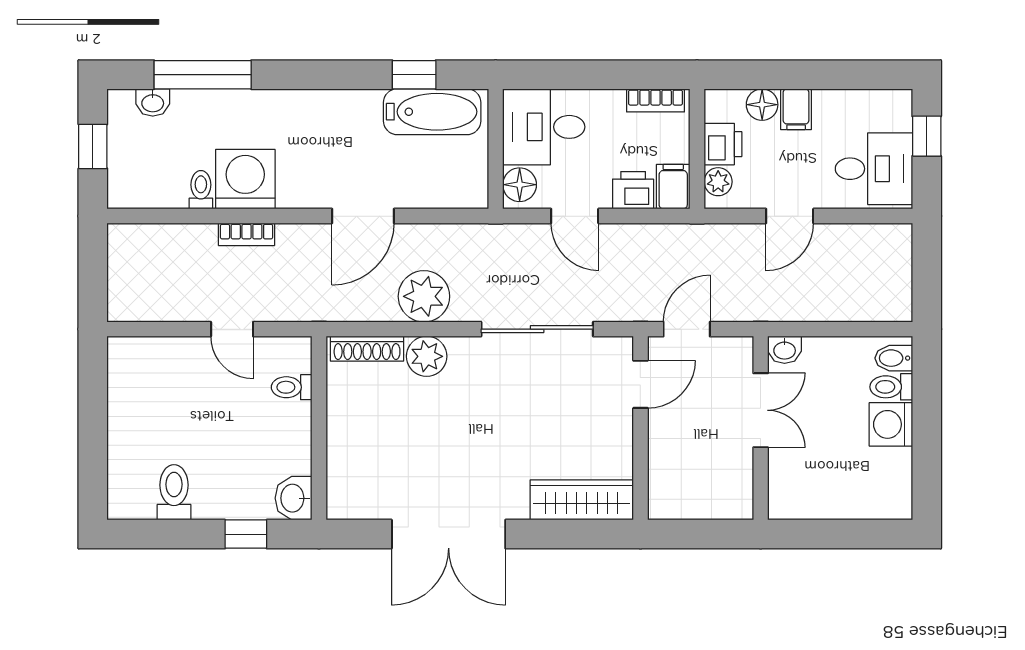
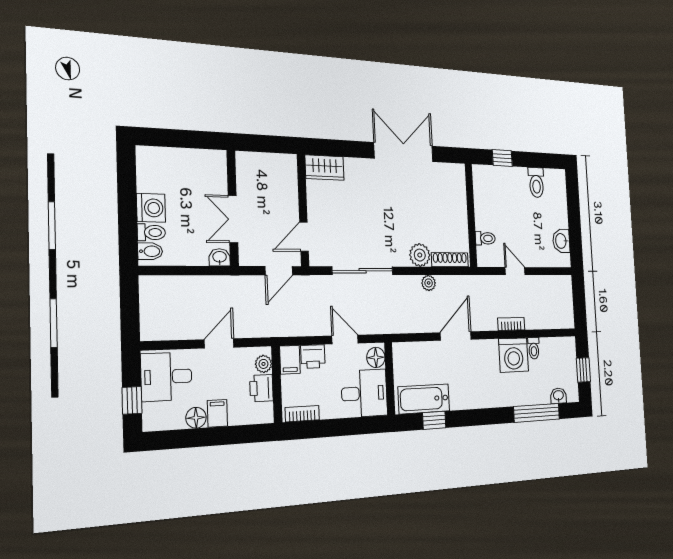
floor lamp: (762, 105) -> (196, 418), moved
plant: (424, 296) -> (429, 283), width x0.53, depth x0.53
washbasin: (293, 498) -> (561, 241), moved, turned 180
wardrobe: (582, 500) -> (325, 168), width x0.67

